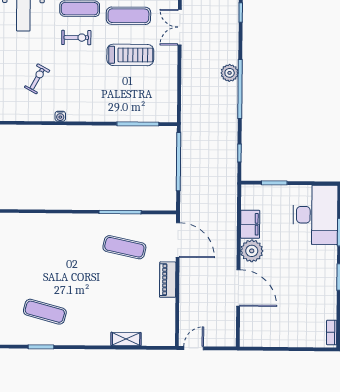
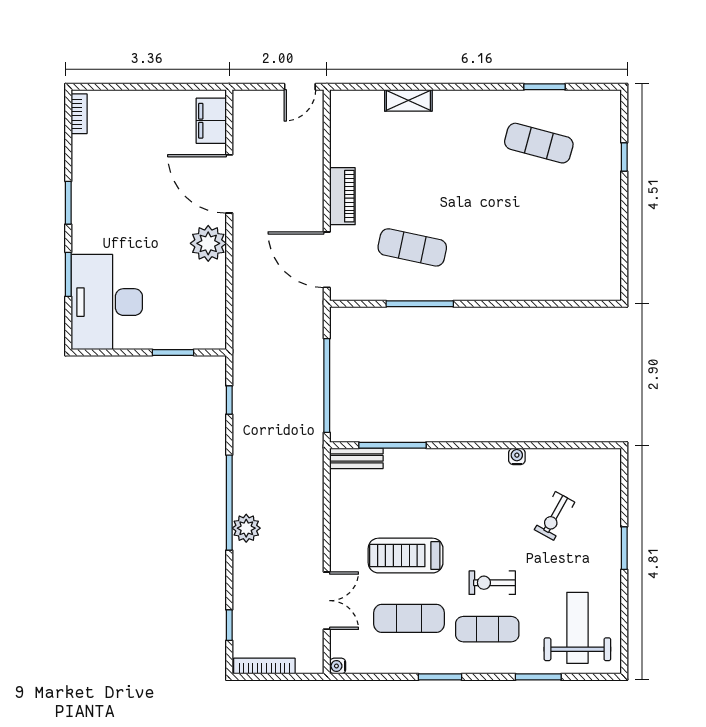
bench: (160, 116) -> (356, 458), added
filing cabinet: (250, 224) -> (211, 121), moved

